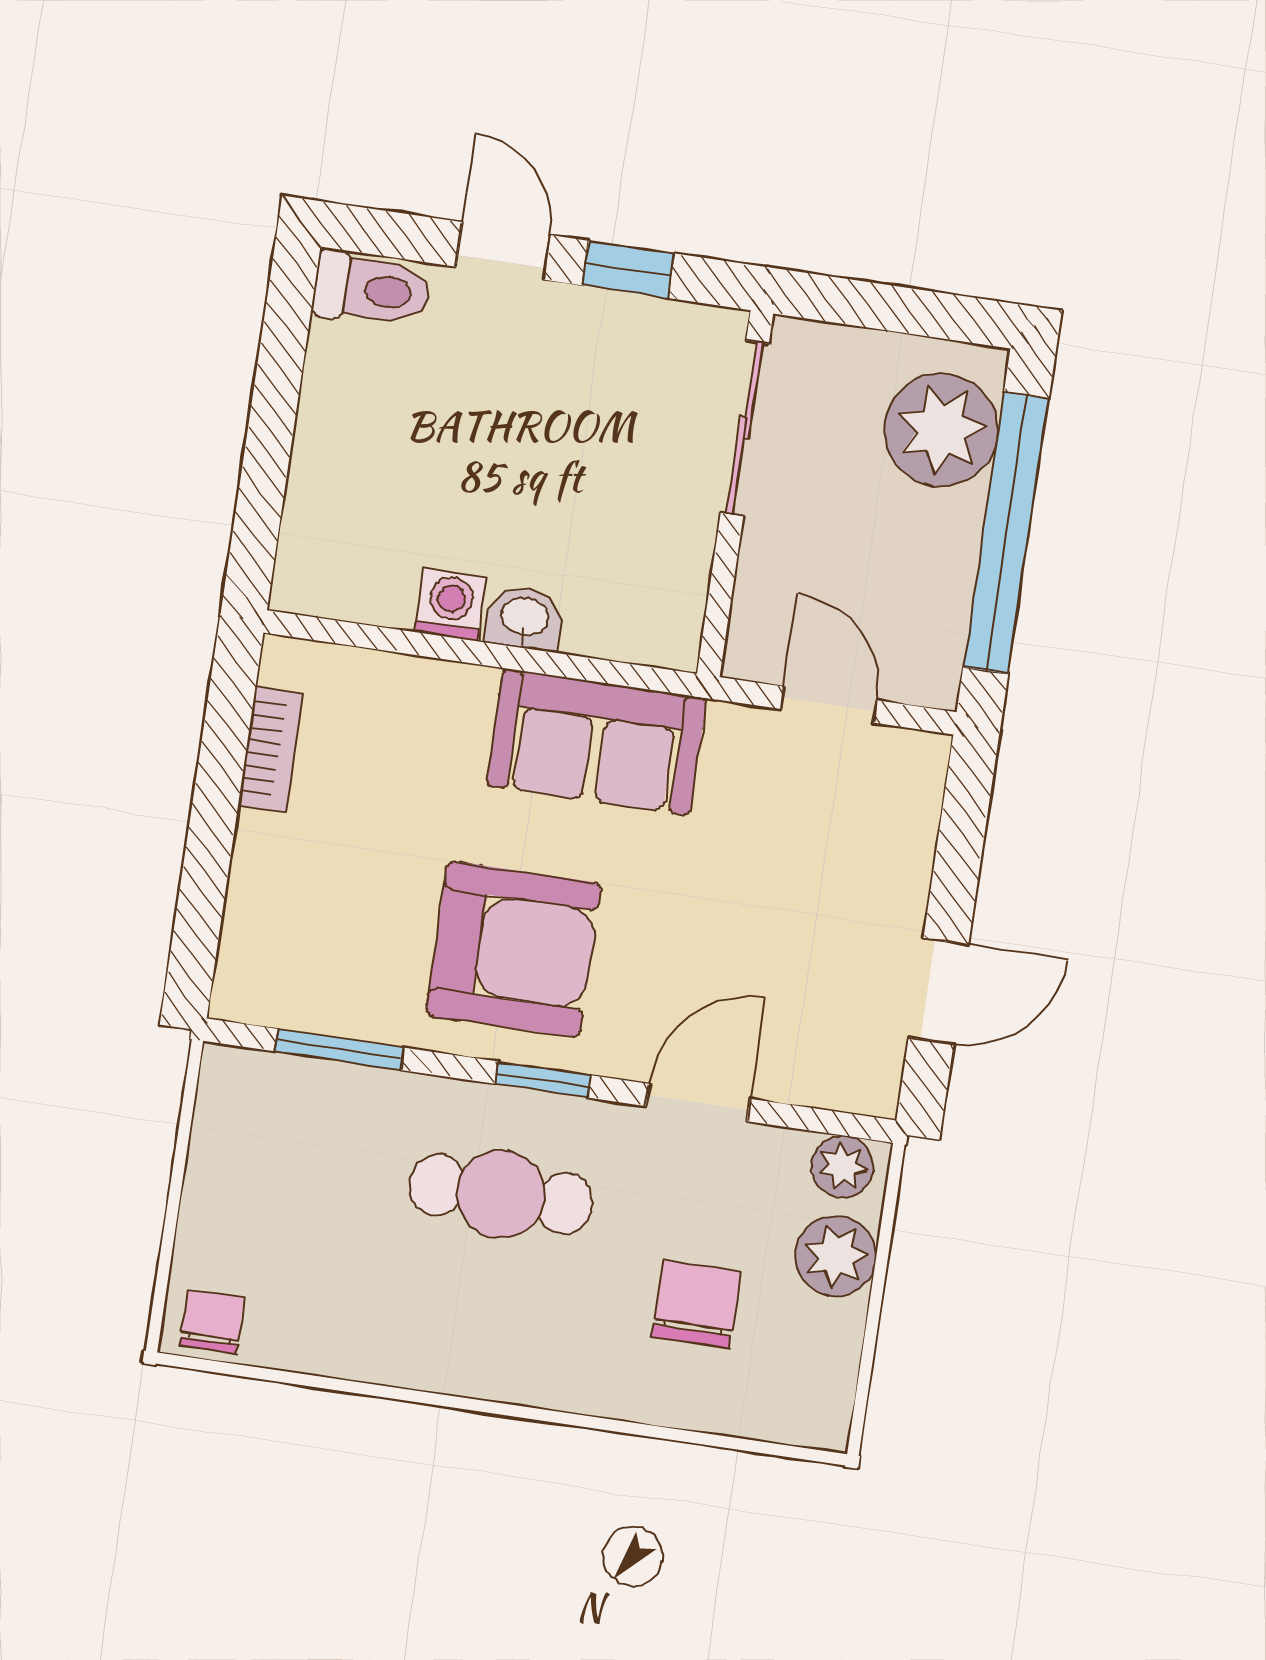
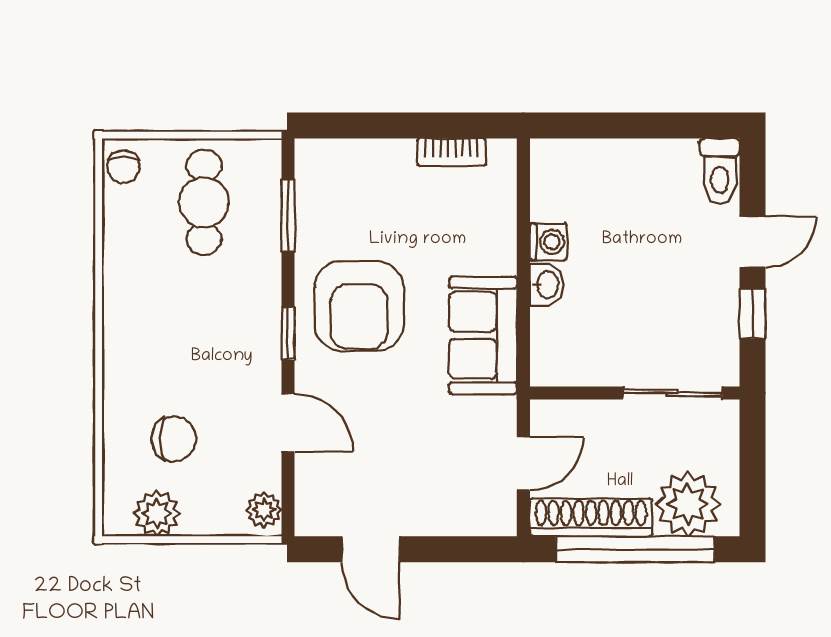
shoe rack: (940, 601) -> (591, 518), added
cafe table: (501, 1194) -> (204, 202), moved
plant: (836, 1256) -> (157, 513), moved
chair: (212, 1322) -> (124, 167), turned 90

